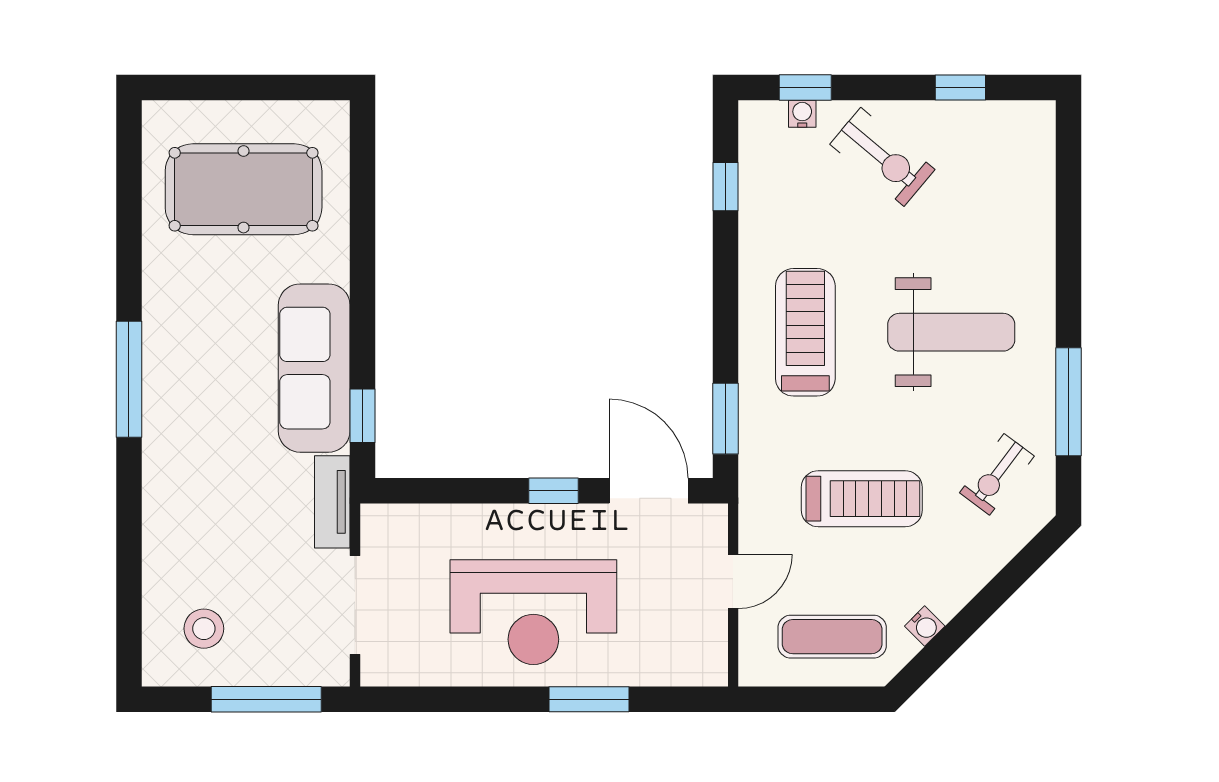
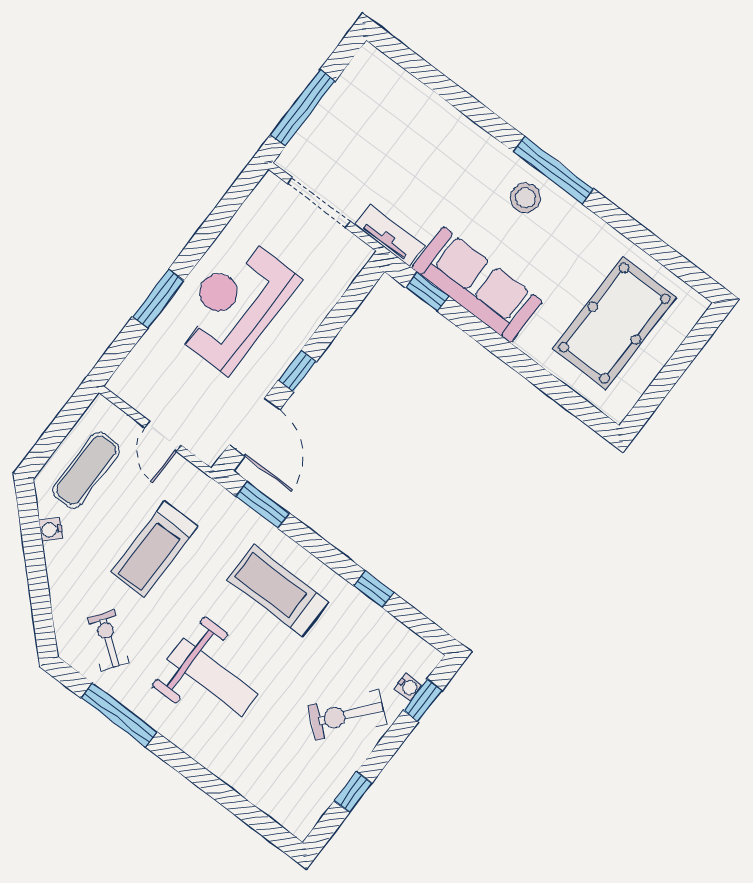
window: (726, 187) -> (374, 589), moved
treadmill: (805, 332) -> (278, 591), turned 180
weight bench: (951, 332) -> (213, 677), turned -90
door: (649, 491) -> (255, 427), hinge flipped
stool: (204, 629) -> (525, 198), moved

